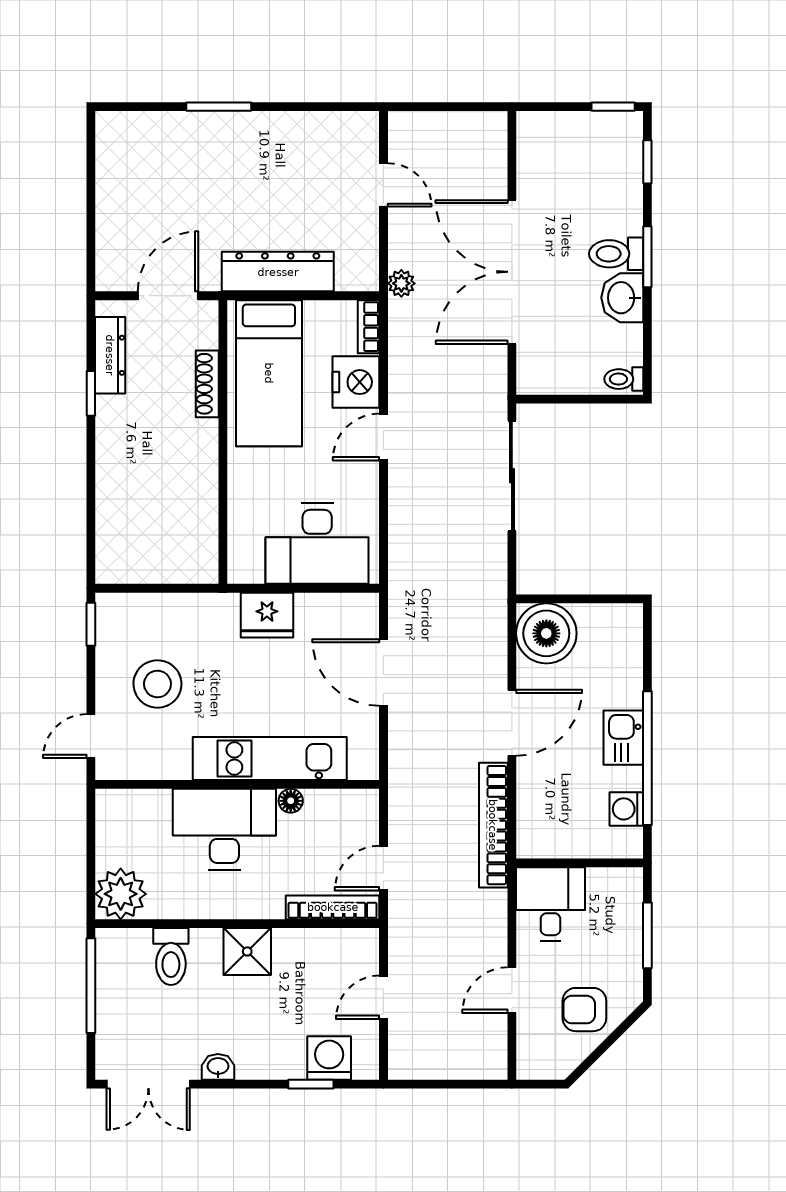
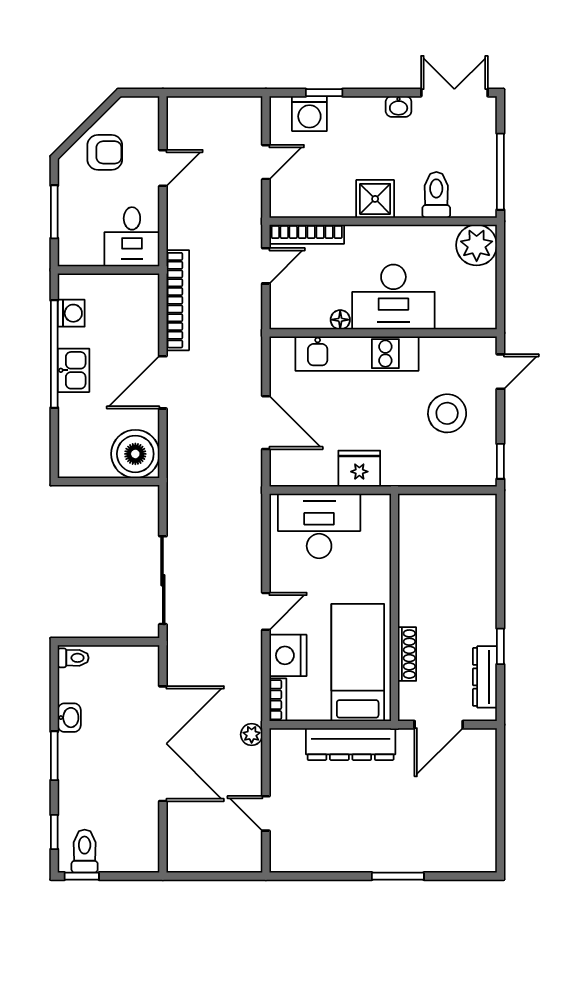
toilet: (616, 254) -> (85, 851), moved, turned -90
washbasin: (622, 298) -> (69, 718), width x0.72, depth x0.69

